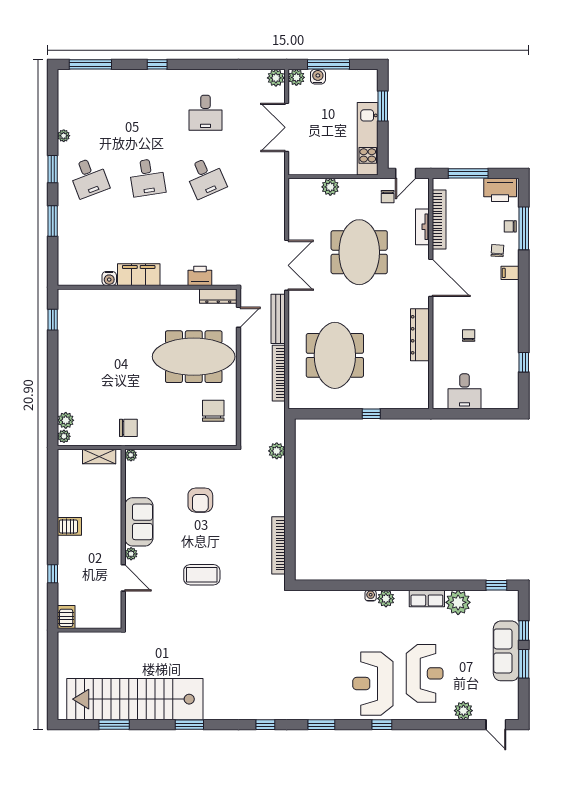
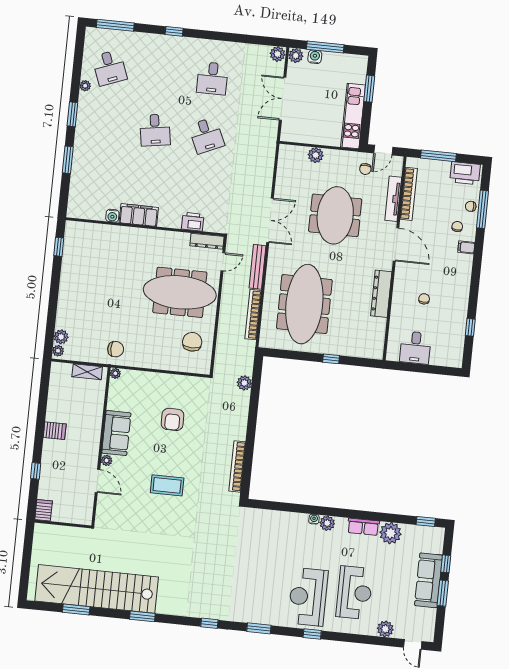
desk: (89, 177) -> (110, 68), moved
tv unit: (422, 227) -> (393, 199), width x1.41
meeting table: (335, 355) -> (304, 304), width x1.36

